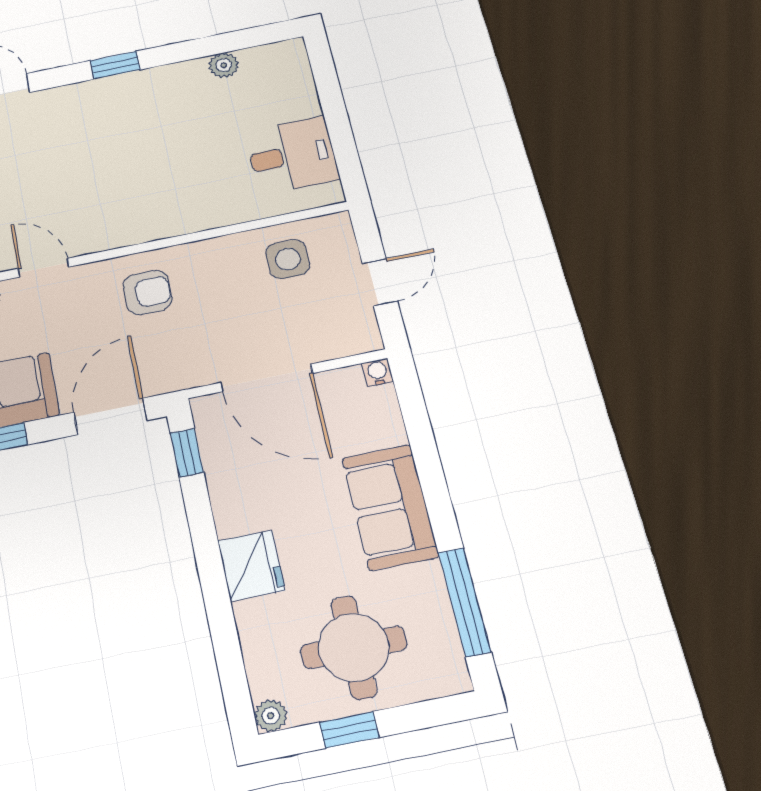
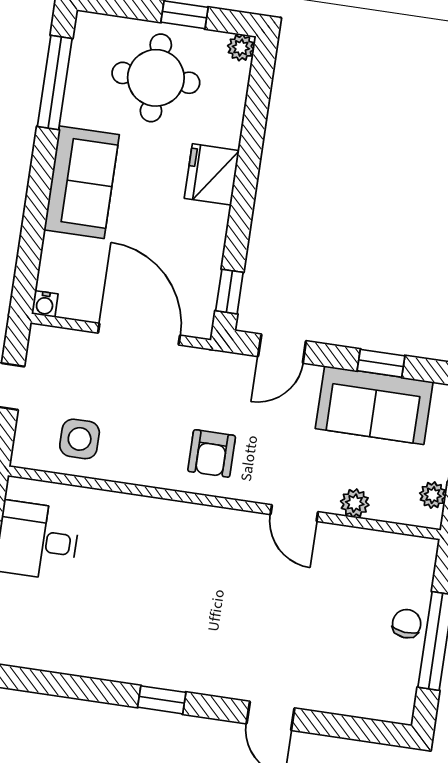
plant: (224, 65) -> (63, 660), removed
armchair: (148, 293) -> (212, 453), turned -90
door: (110, 416) -> (282, 349), width x0.73

